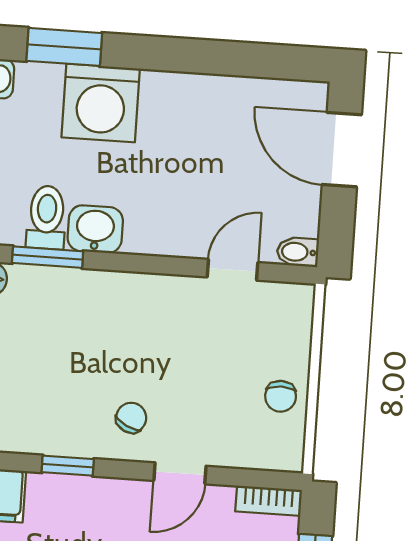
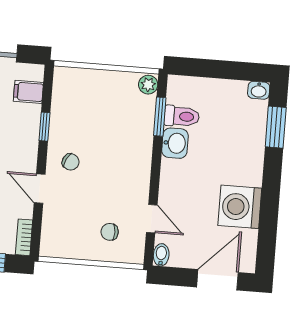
washing machine: (101, 103) -> (240, 207), moved
chair: (281, 396) -> (110, 232), moved

